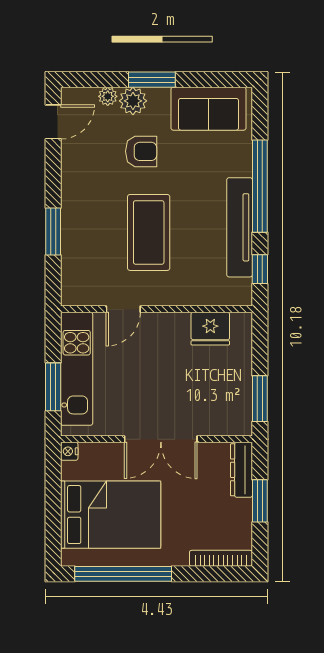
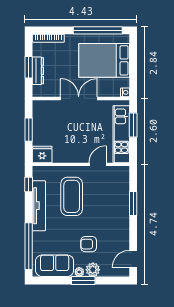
plant: (108, 96) -> (79, 272), moved
window: (260, 186) -> (29, 246), moved
coffee table: (149, 232) -> (72, 196), moved
fridge: (210, 329) -> (42, 154), moved
window: (260, 399) -> (29, 130), moved
dresser: (242, 470) -> (38, 71), moved

